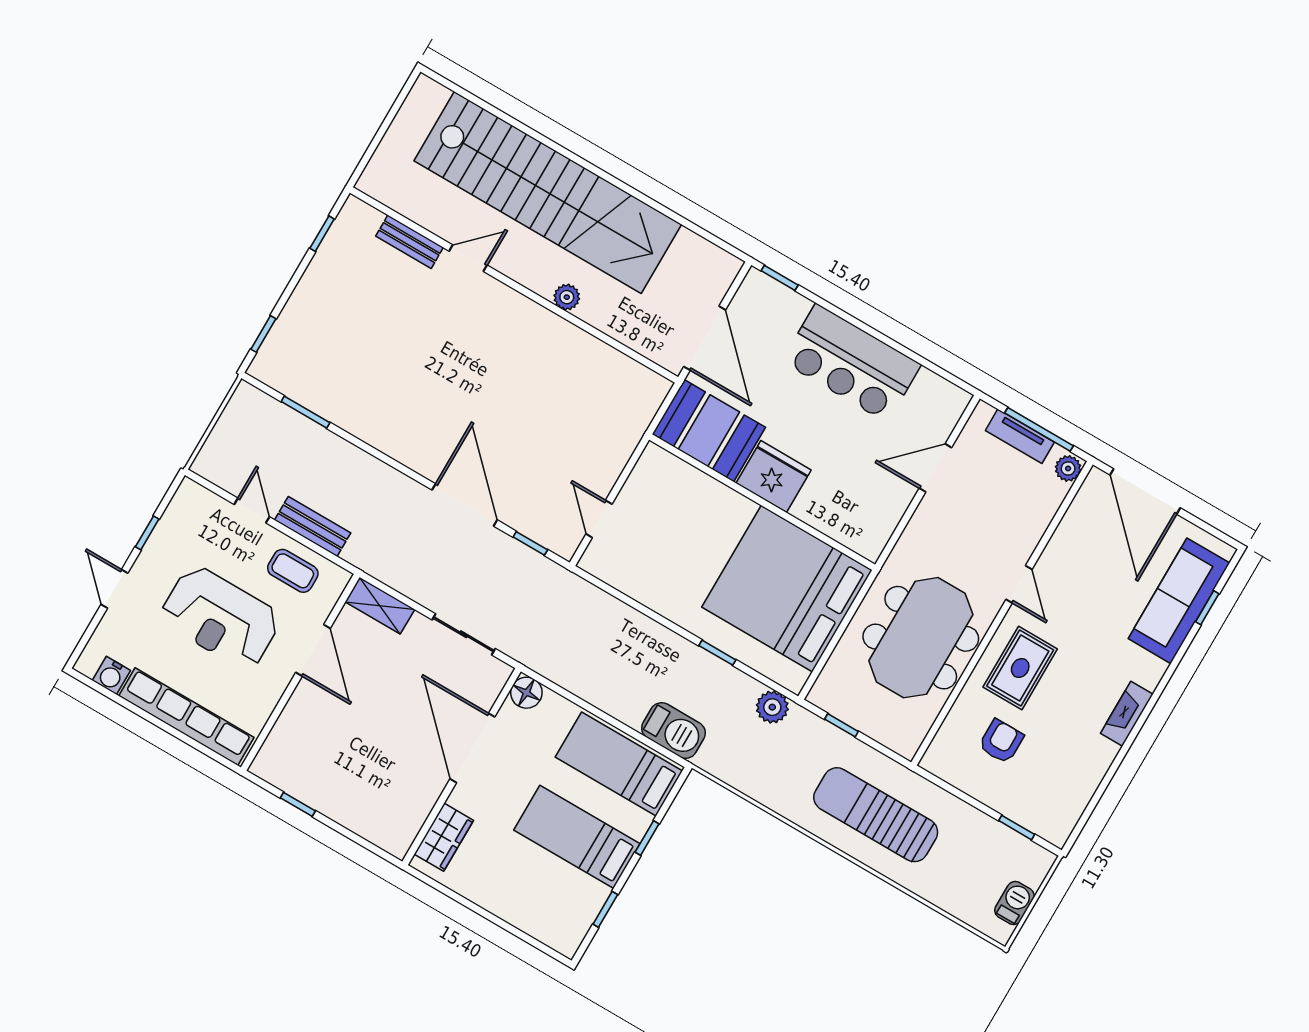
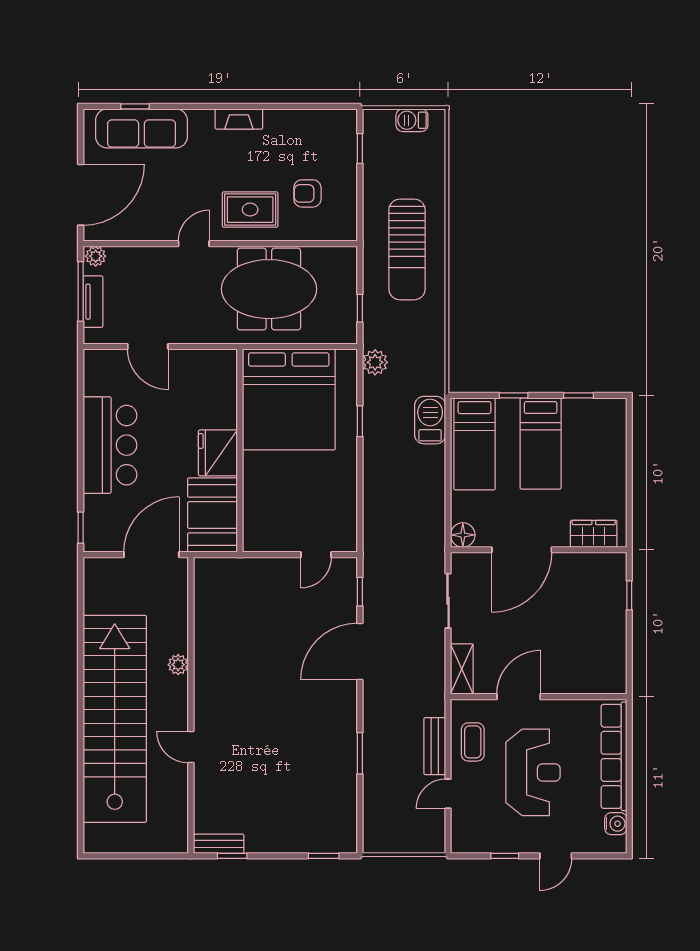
bench: (410, 242) -> (219, 844), moved, turned 90
window: (306, 412) -> (360, 753), moved
window: (298, 804) -> (629, 595), moved

